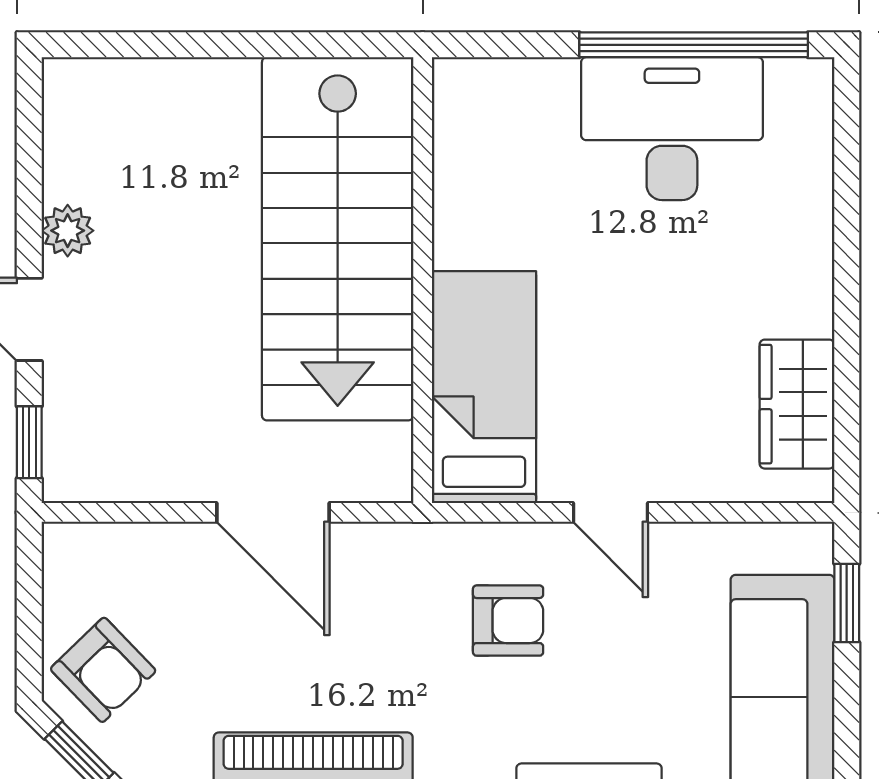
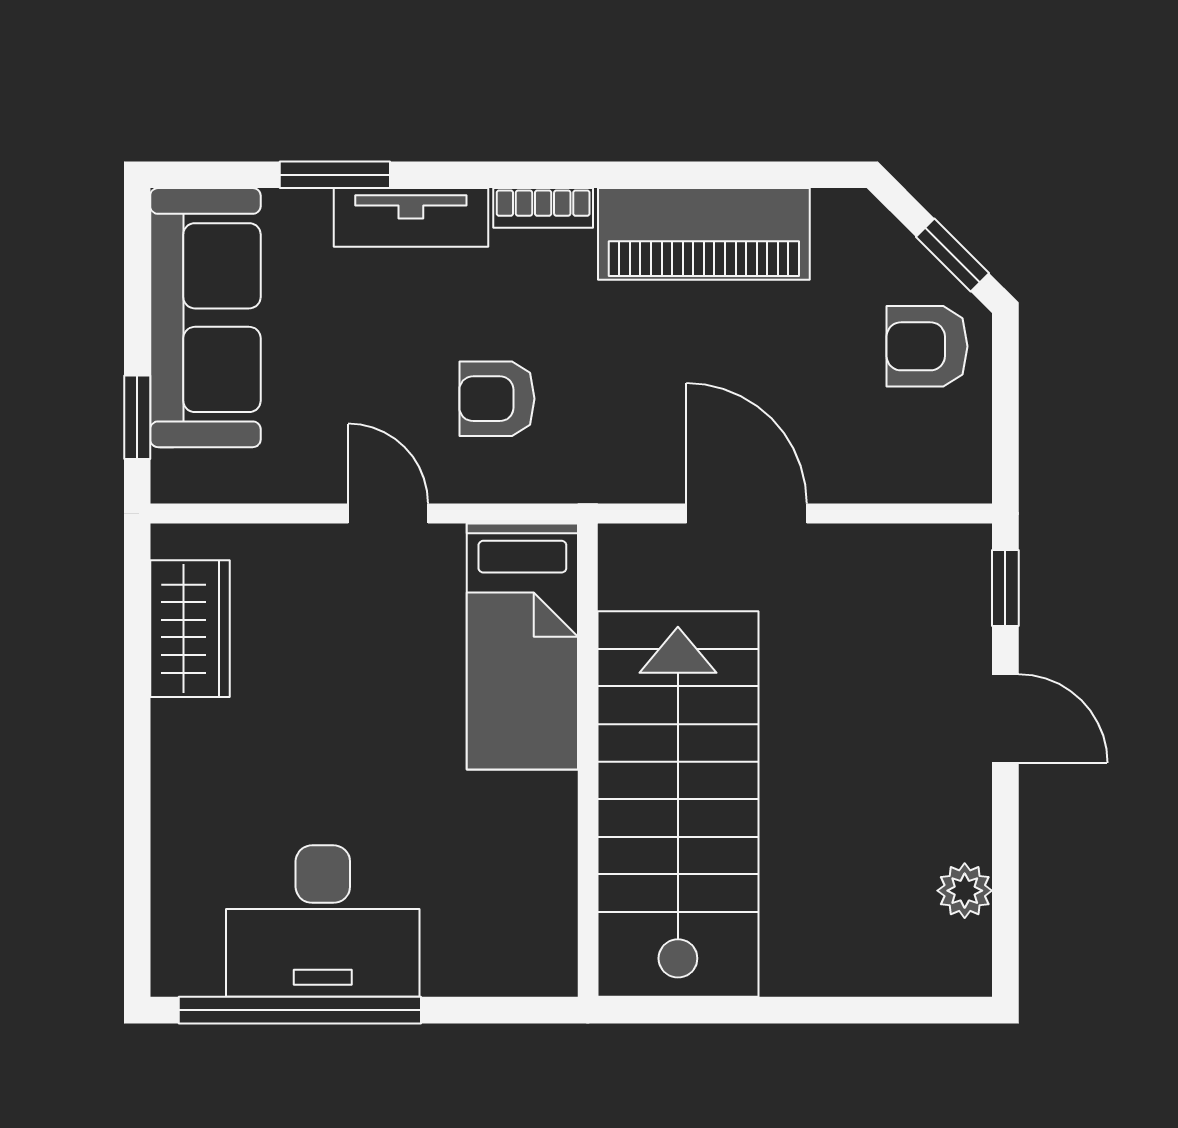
plant: (68, 231) -> (965, 891), moved
armchair: (103, 670) -> (927, 346), turned -46

